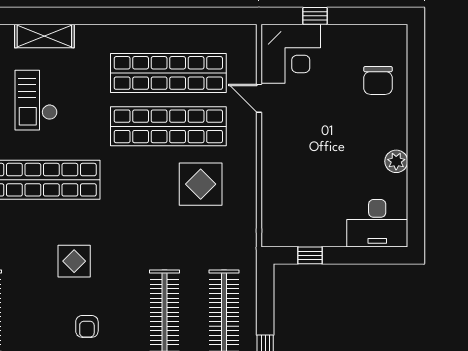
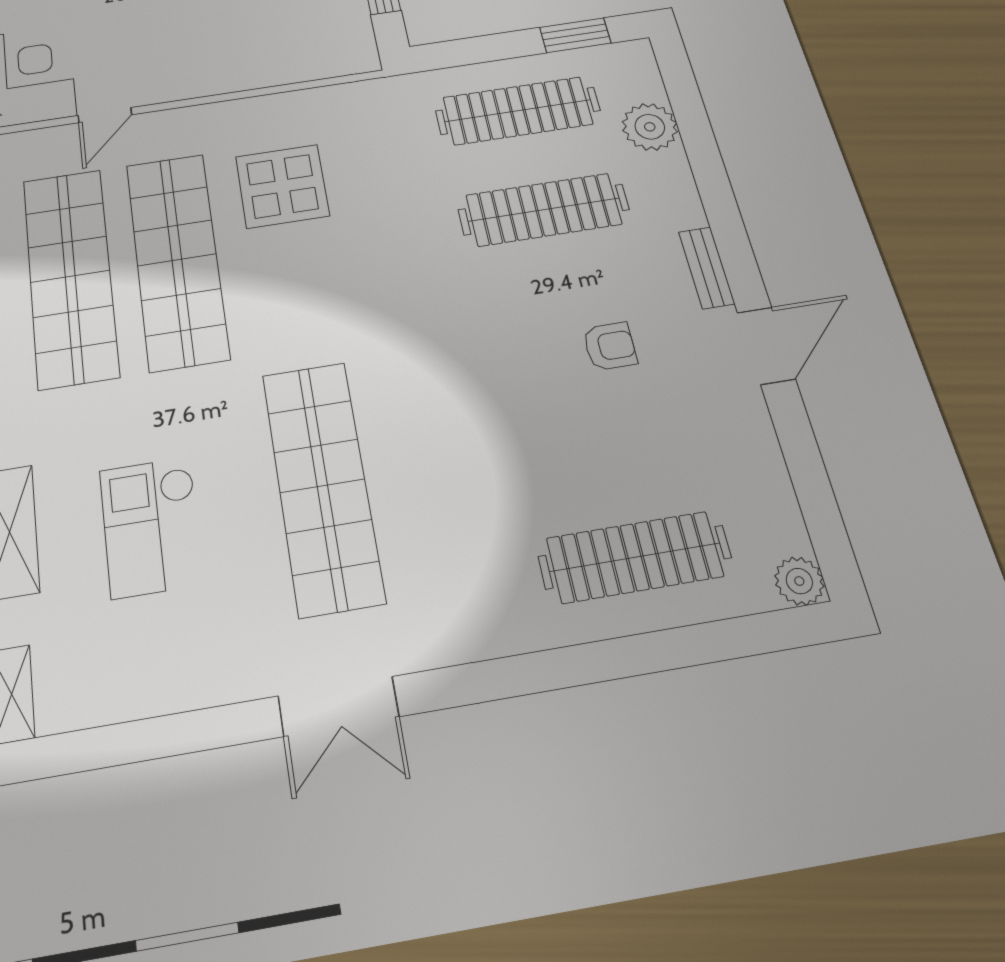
checkout: (36, 100) -> (151, 527), turned 90
display table: (74, 261) -> (482, 393), removed

